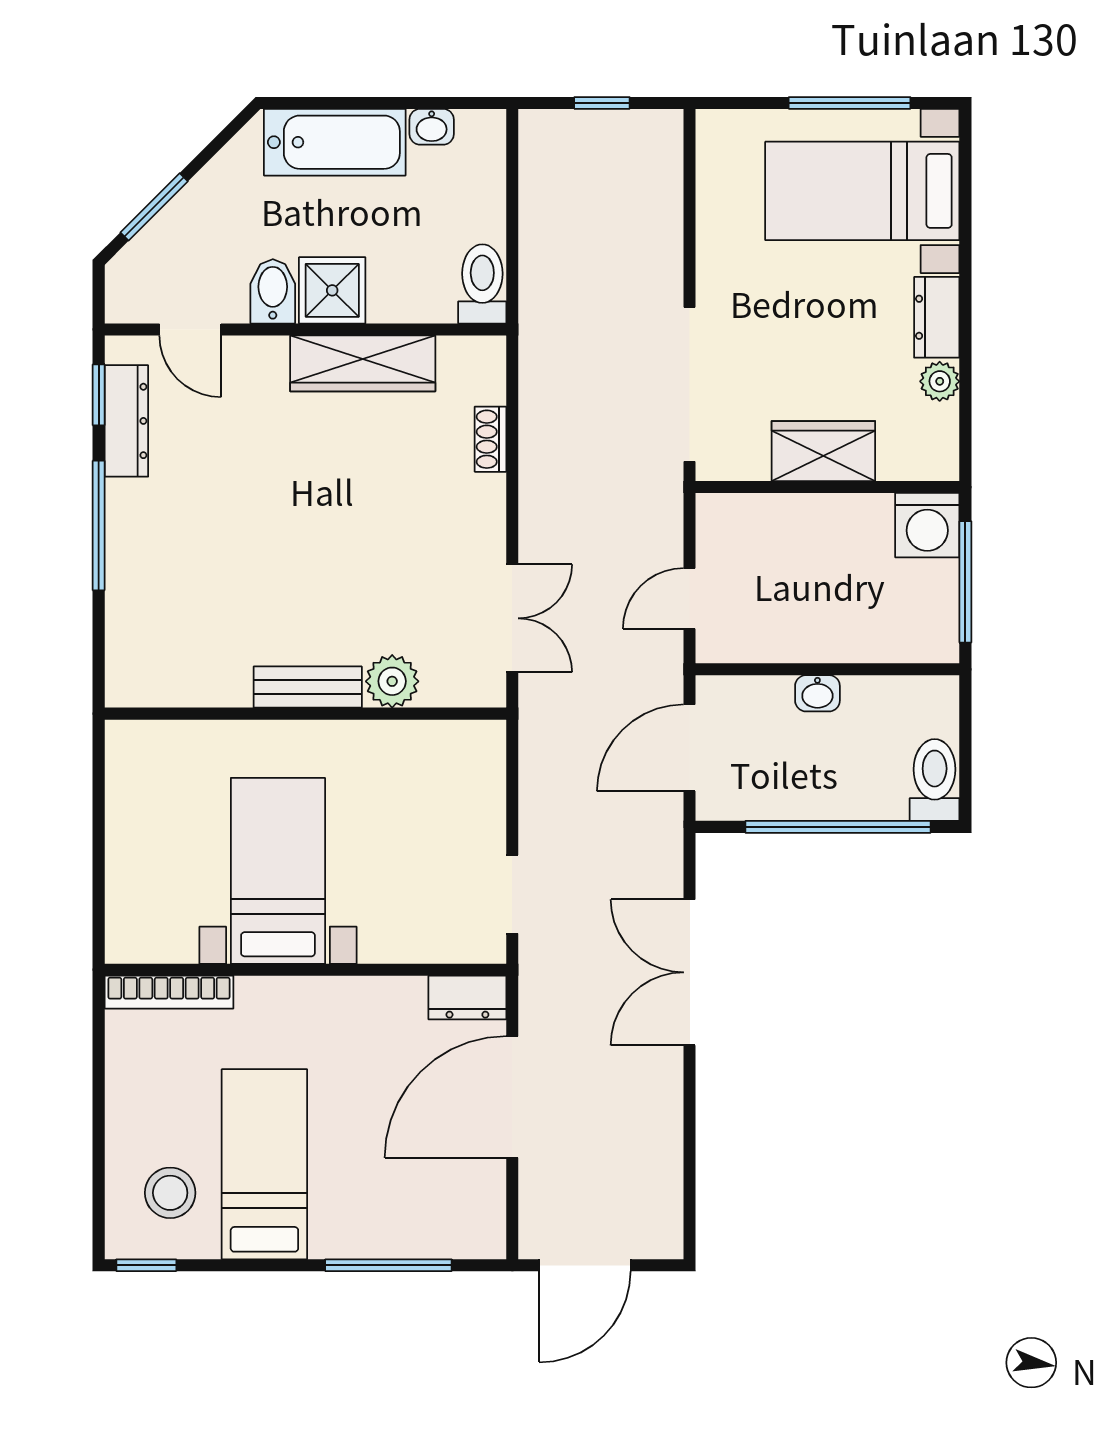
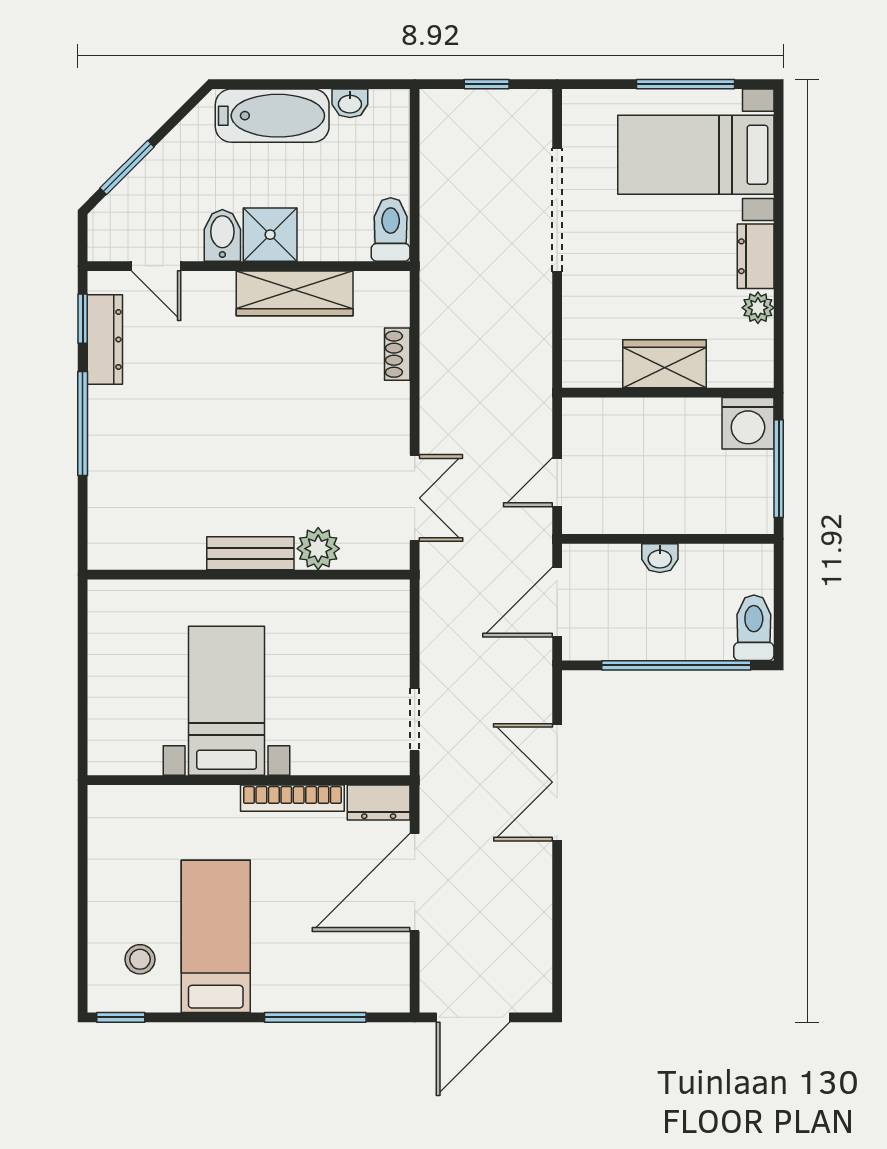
doorway: (690, 384) -> (557, 210), moved
bookcase: (169, 992) -> (292, 798), moved
stool: (170, 1193) -> (140, 959), width x0.73, depth x0.73

